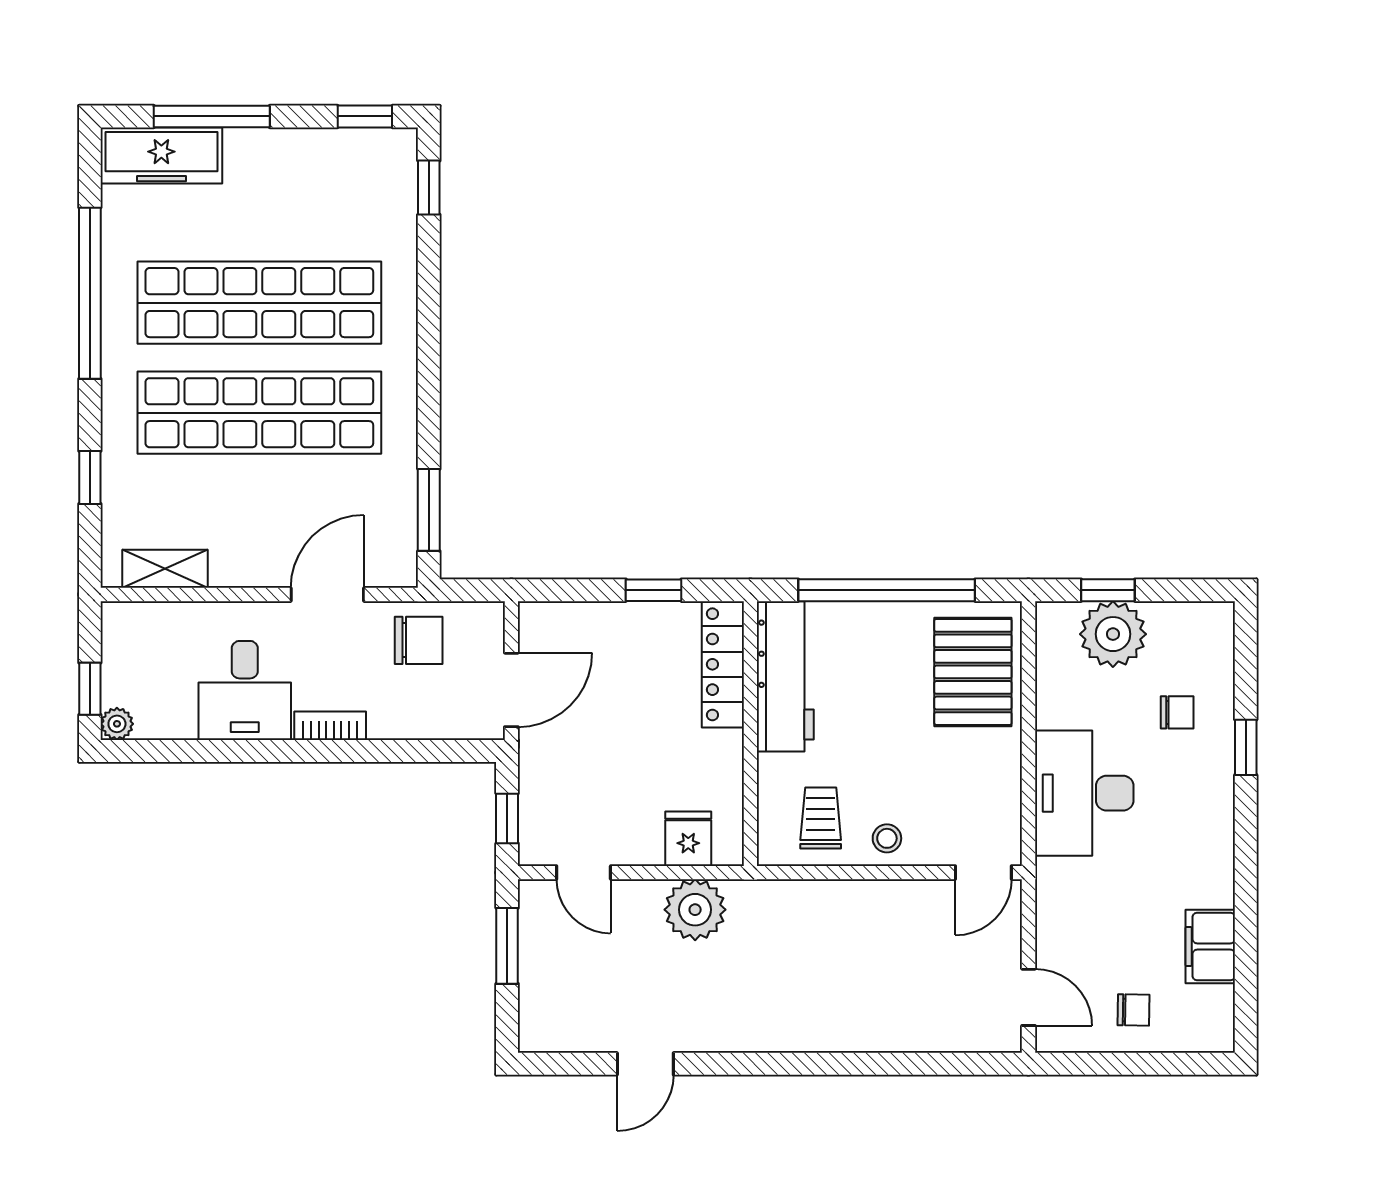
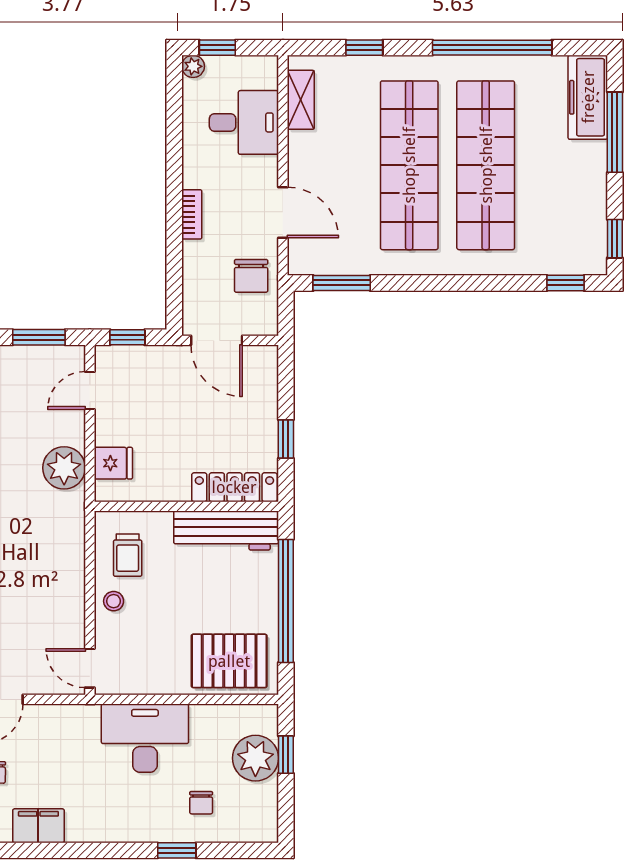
desk: (245, 690) -> (244, 122), moved, turned 180
trolley: (821, 818) -> (128, 555), turned 90

